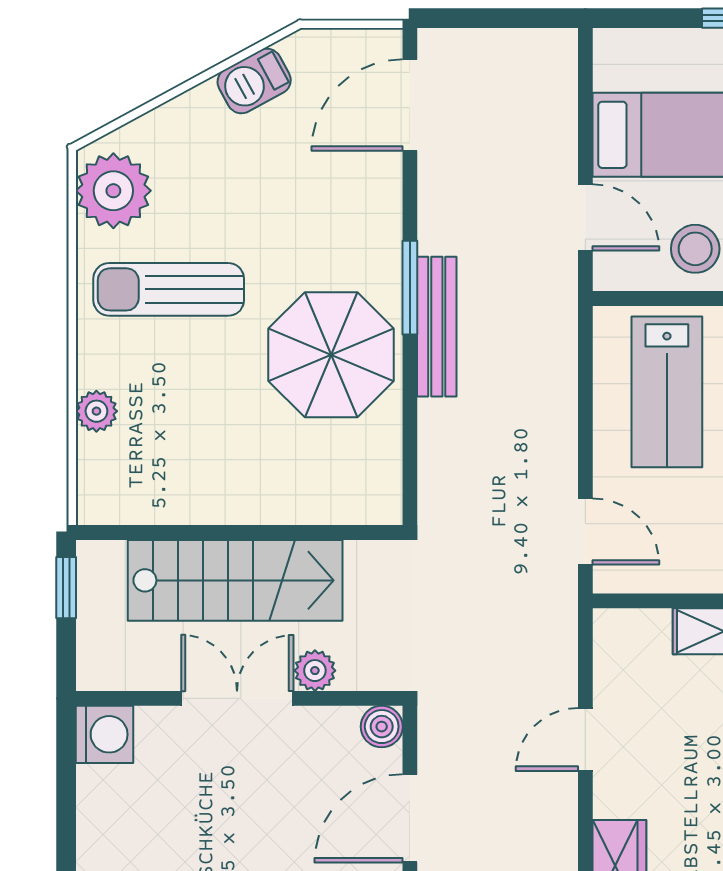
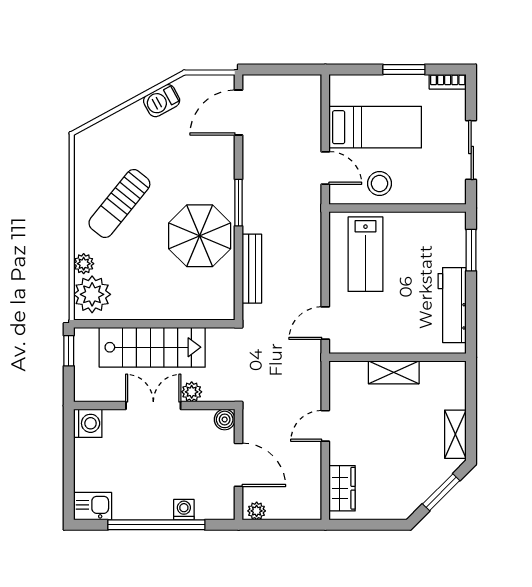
plant: (113, 191) -> (92, 294), moved
sun lounger: (169, 289) -> (119, 204), turned -51
bench: (437, 327) -> (252, 269), moved
door: (585, 531) -> (325, 323), swing flipped
door: (410, 818) -> (239, 465), swing flipped

